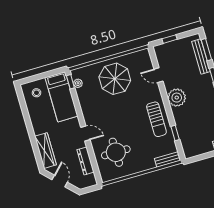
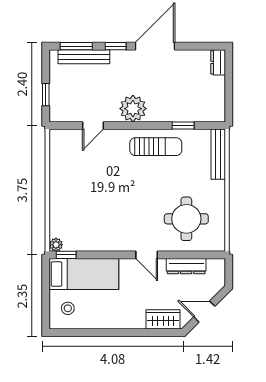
parasol: (115, 79) -> (80, 190), removed
plant: (78, 83) -> (56, 245), moved
door: (85, 133) -> (147, 255), swing flipped
wardrobe: (45, 151) -> (163, 319), width x0.67
bench: (168, 159) -> (218, 154), width x1.36

